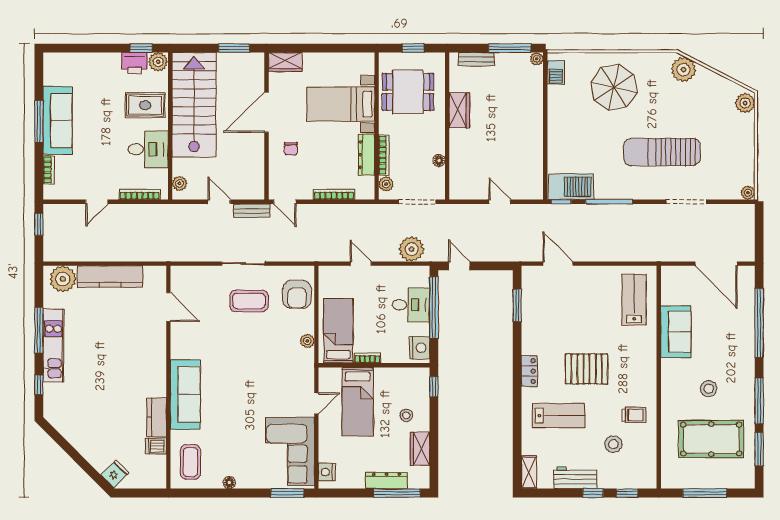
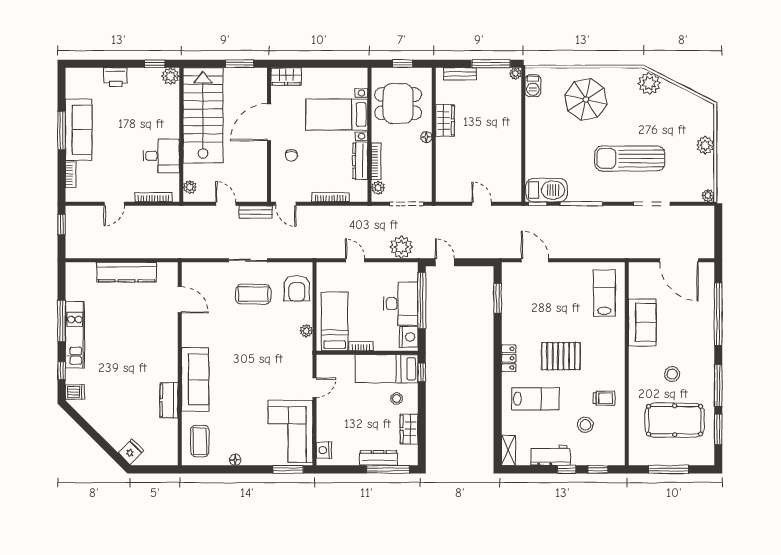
printer: (135, 63) -> (115, 77), moved
plant: (745, 103) -> (705, 145), moved
rug: (145, 105) -> (159, 116), removed
floor lamp: (439, 160) -> (426, 137), moved
plant: (63, 279) -> (83, 274), removed
desk: (411, 305) -> (401, 304), width x1.37
bed: (358, 402) -> (387, 369), moved, turned 90
dishwasher: (156, 446) -> (75, 392), moved, turned 180

